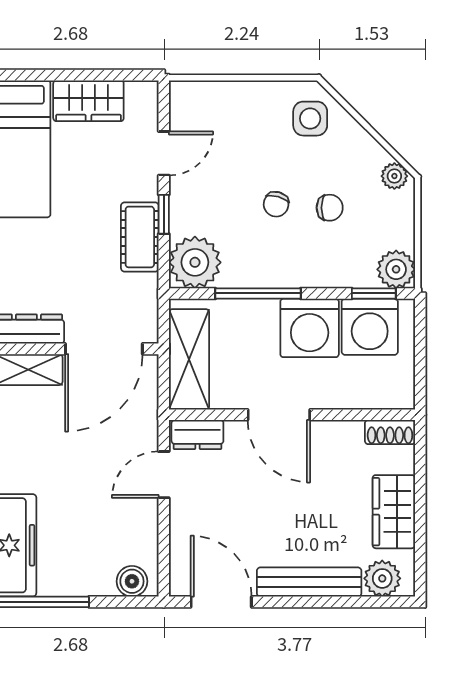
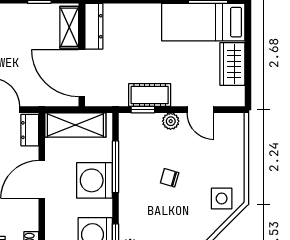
chair: (330, 208) -> (168, 210), removed
window: (164, 214) -> (143, 110), moved
plant: (195, 262) -> (171, 121), moved, width x0.53, depth x0.53
washing machine: (310, 328) -> (94, 180), moved

